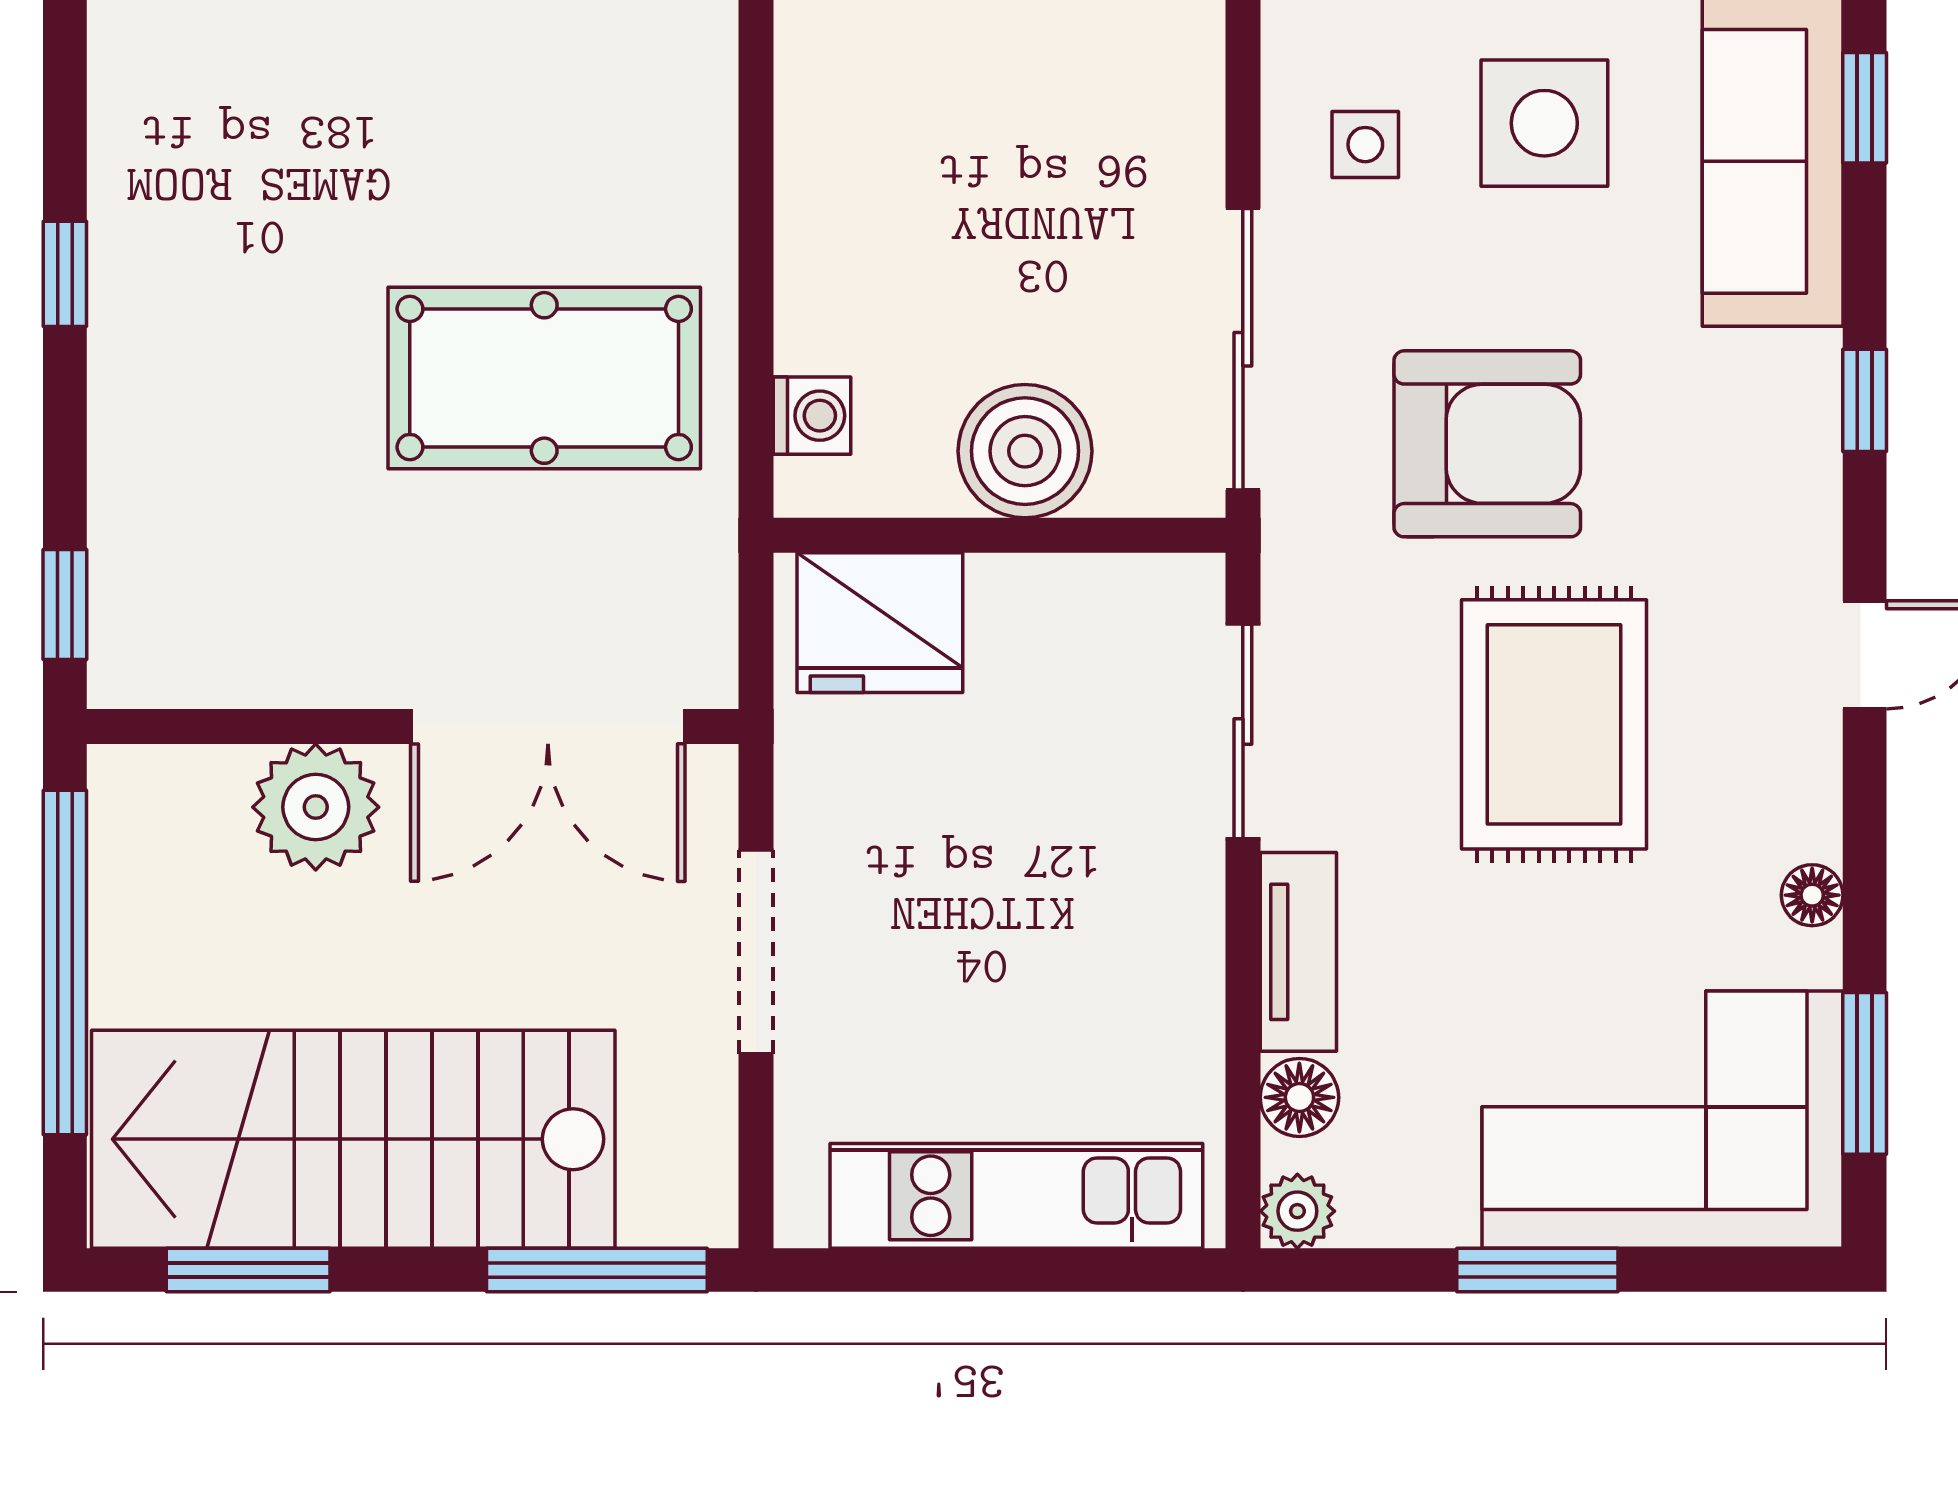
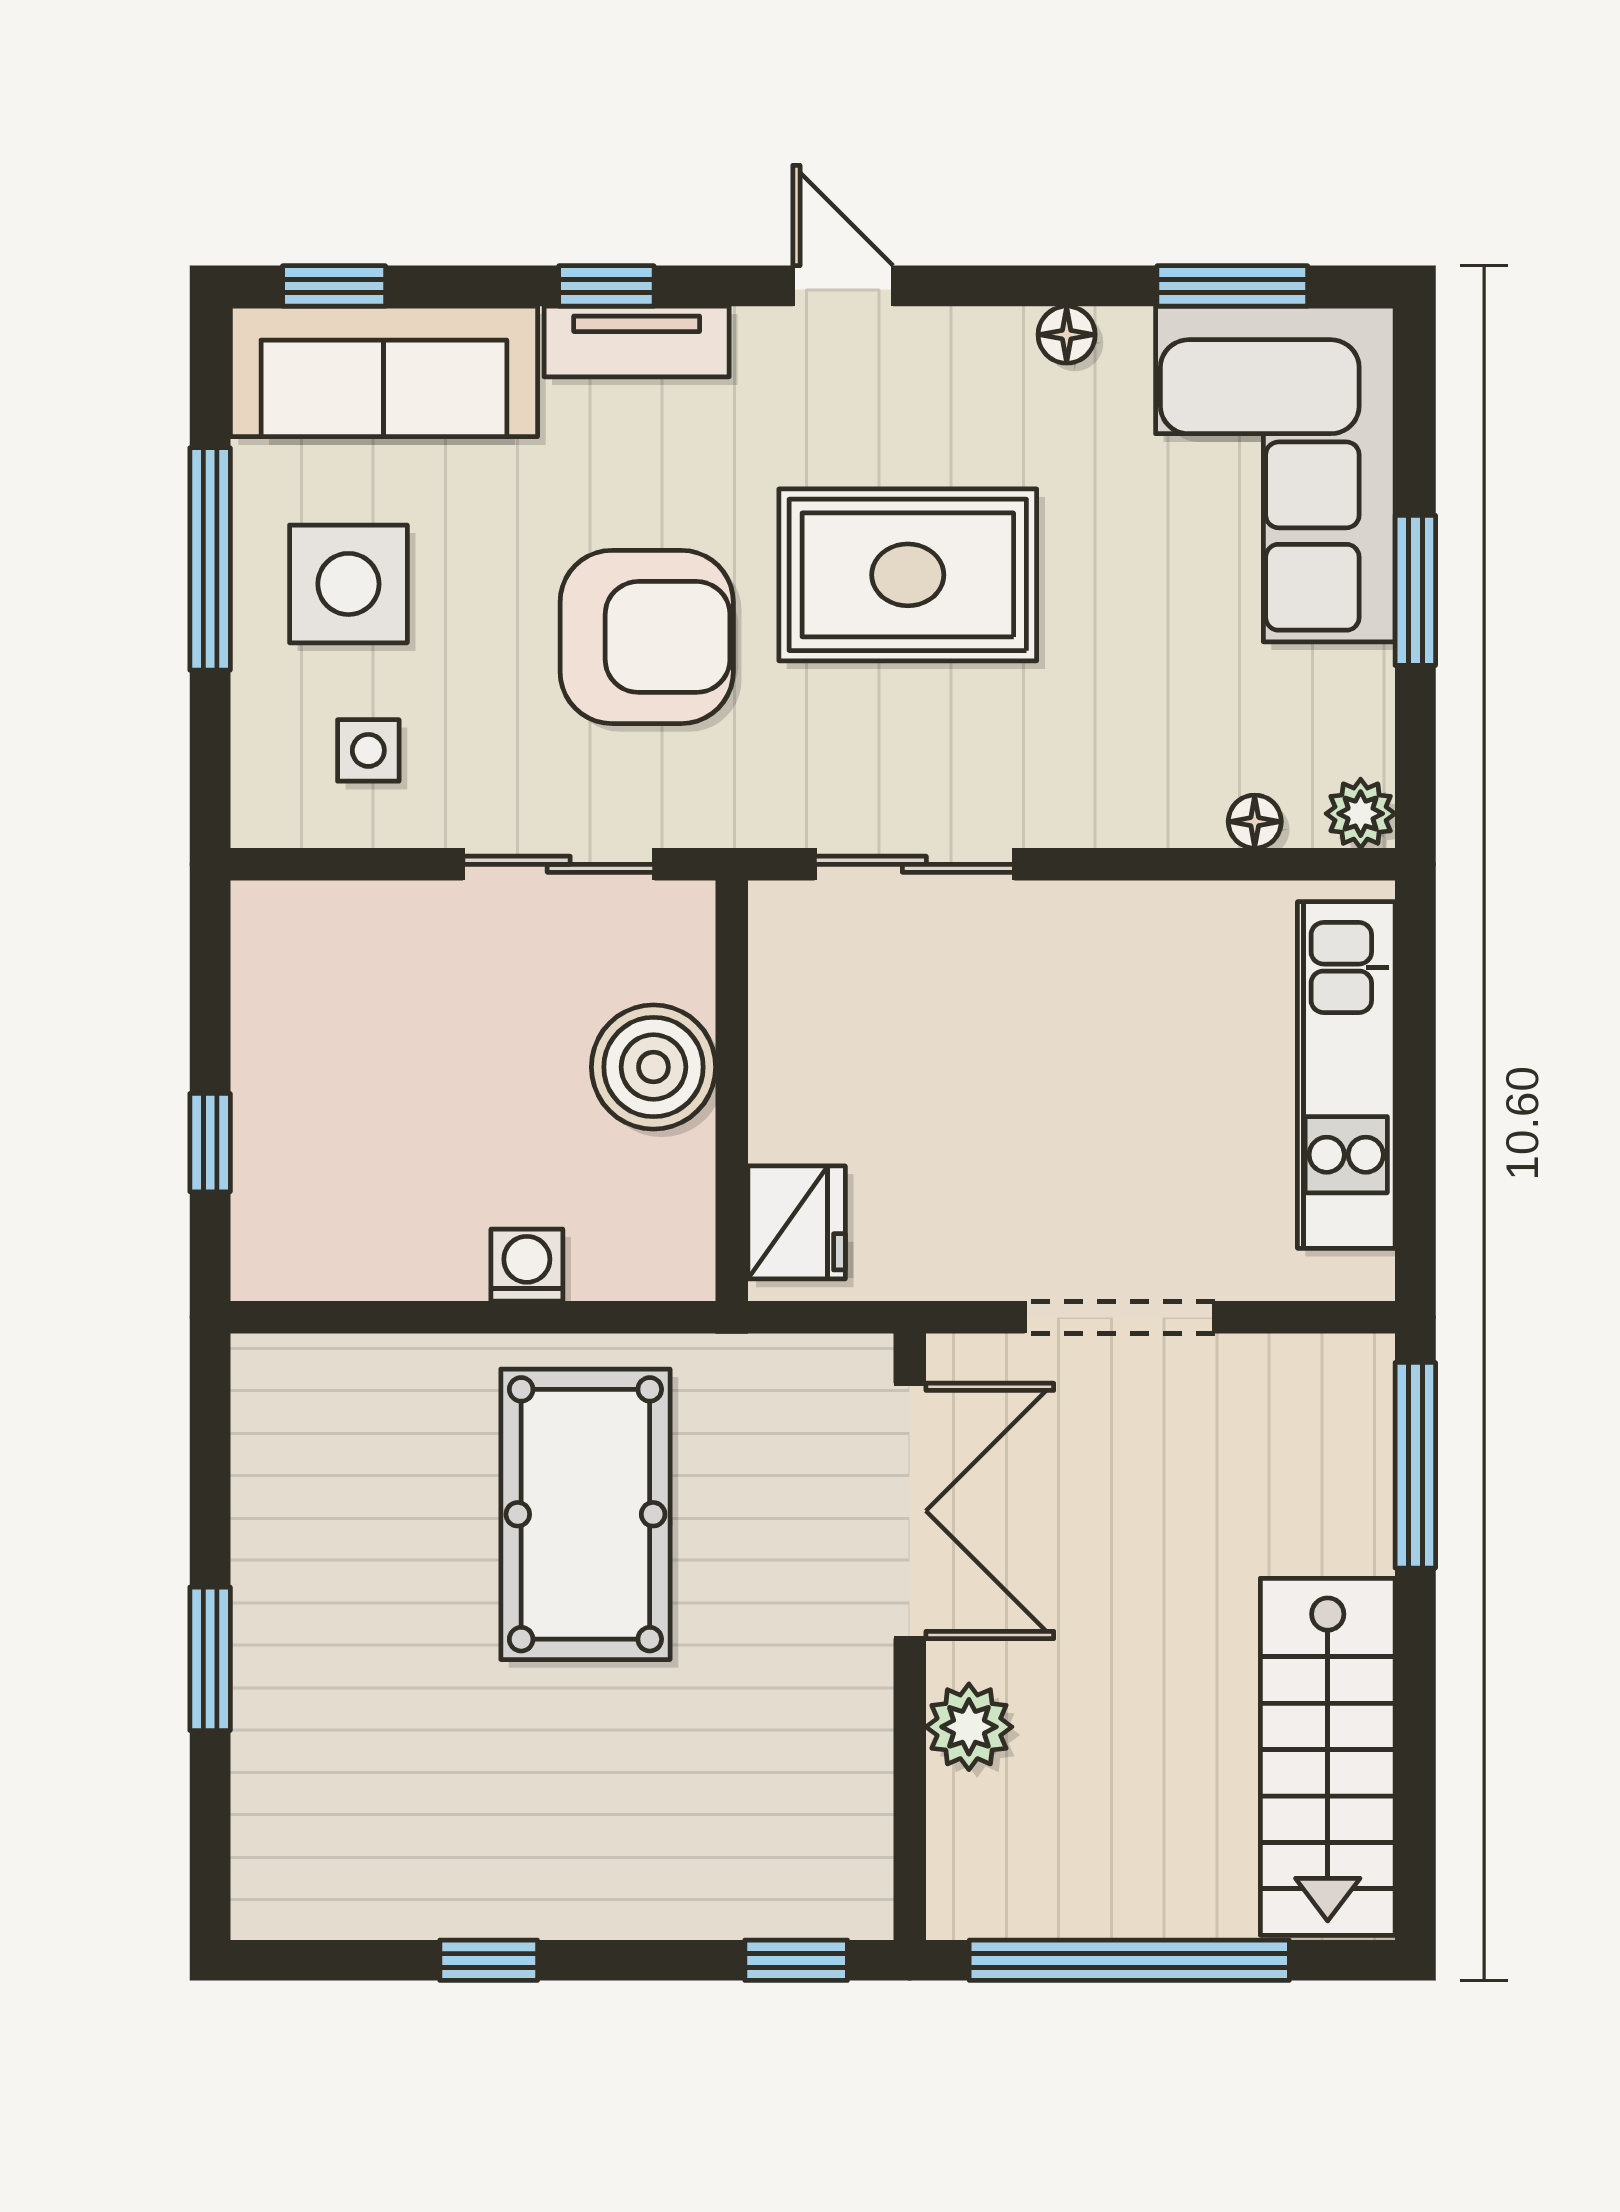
sliding door: (1243, 349) -> (559, 864), width x0.73
washing machine: (812, 416) -> (527, 1265), moved
armchair: (1487, 444) -> (647, 637), turned 90
fridge: (880, 623) -> (797, 1222), width x0.73, depth x0.75
plant: (316, 807) -> (969, 1727), width x0.73, depth x0.73
tv unit: (1298, 952) -> (637, 342), moved, turned 180
floor lamp: (1299, 1097) -> (1255, 822), width x0.73, depth x0.73
stairs: (353, 1139) -> (1328, 1757), width x0.73, depth x0.66
window: (248, 1270) -> (1415, 1790), removed

